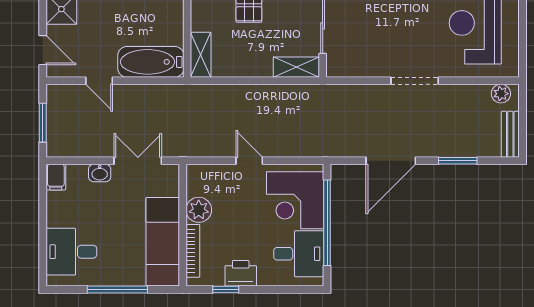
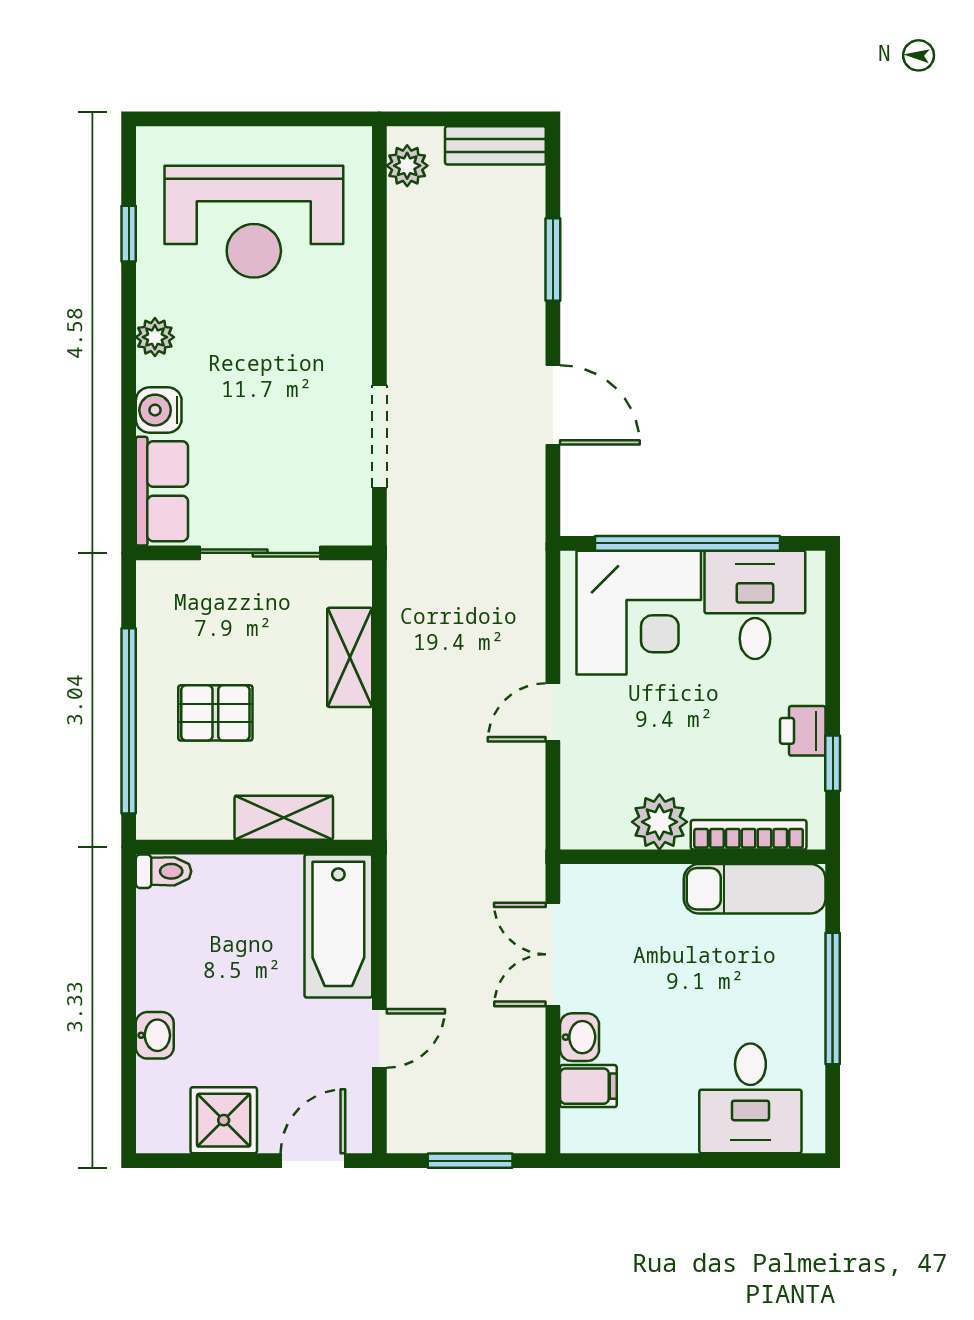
shelving: (201, 55) -> (284, 818), moved
shelving: (296, 67) -> (350, 657), moved
doorway: (415, 81) -> (379, 436), moved
door: (391, 161) -> (553, 405), width x0.73
filing cabinet: (56, 177) -> (588, 1086), moved
exam couch: (163, 242) -> (755, 889), width x0.73, depth x0.69
printer: (241, 273) -> (803, 731), width x0.73, depth x0.81

